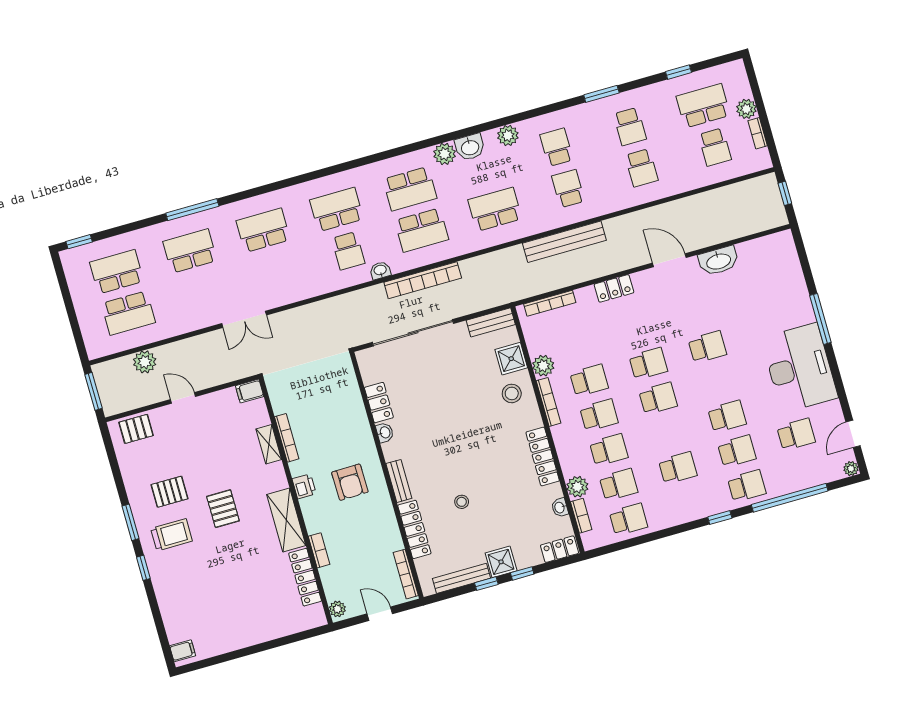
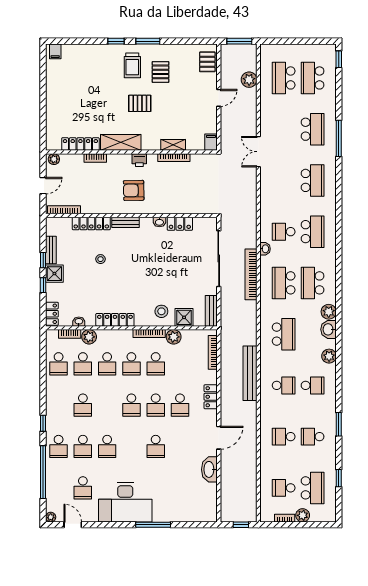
school desk: (117, 272) -> (313, 78), turned 180
school desk: (638, 329) -> (180, 405), added
bench: (461, 578) -> (51, 250), width x0.73

